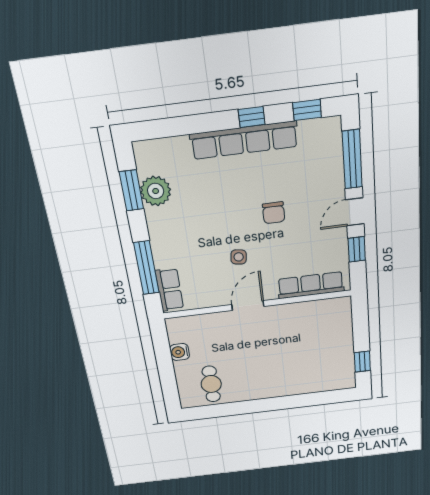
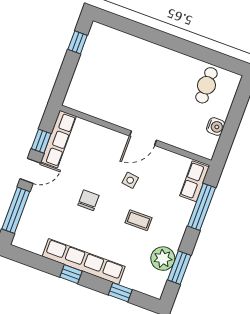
window: (307, 110) -> (120, 292), moved
coffee table: (206, 219) -> (139, 220), added
row of seats: (311, 285) -> (59, 139), moved, turned -90

